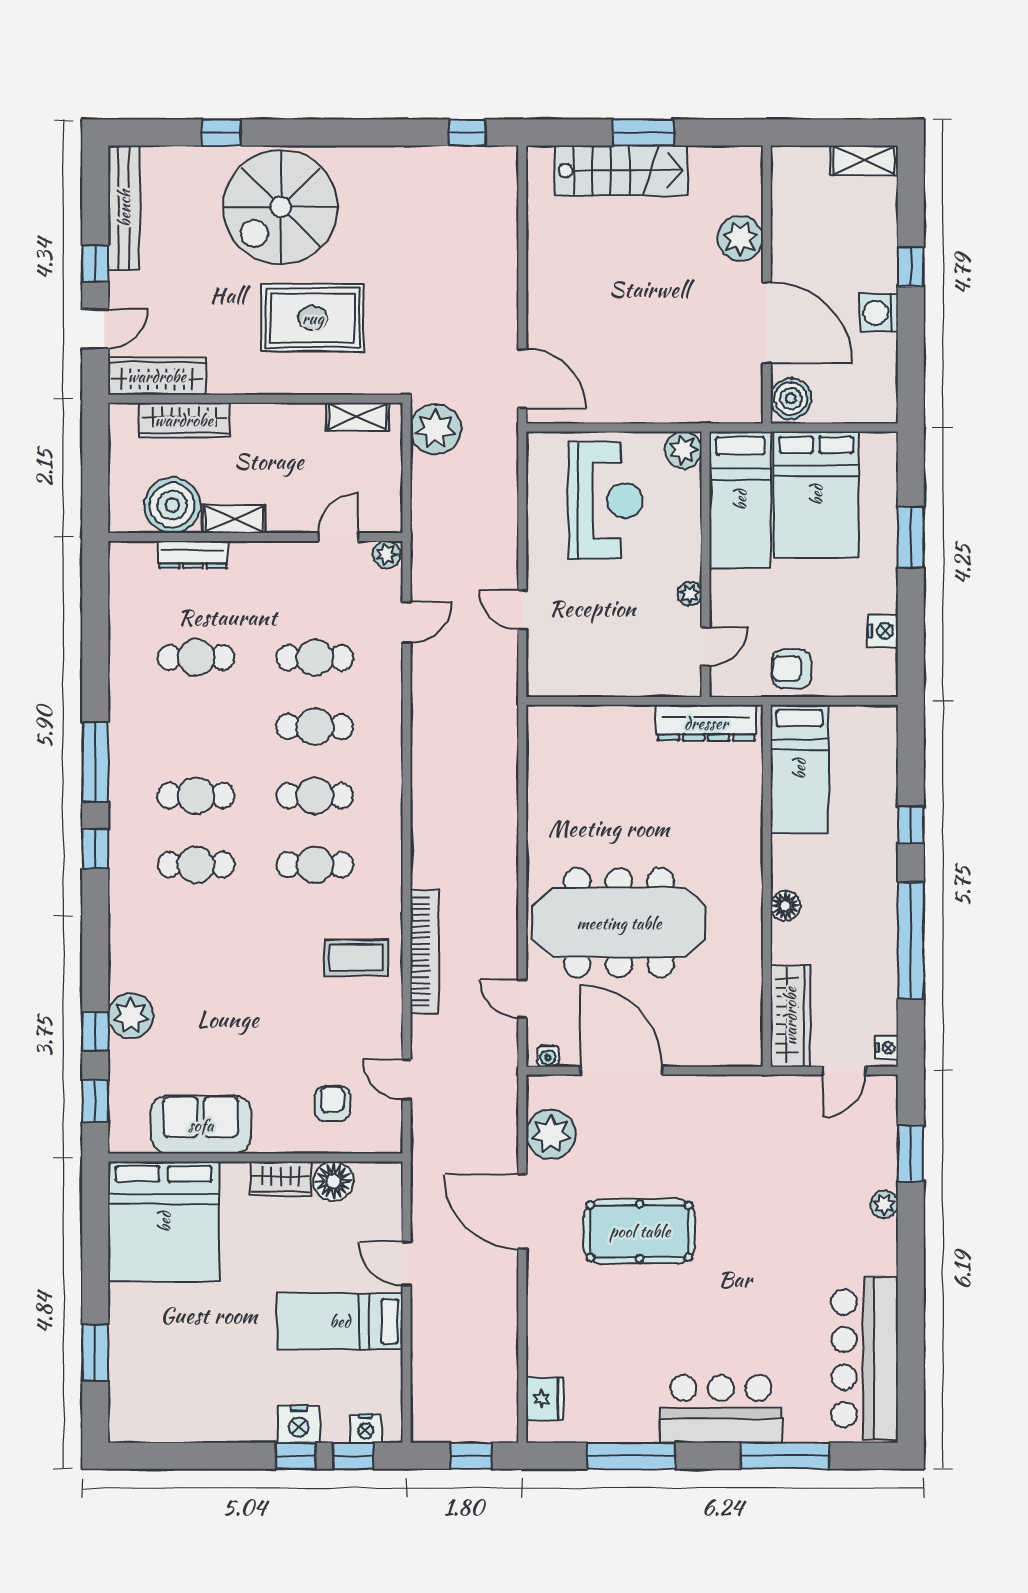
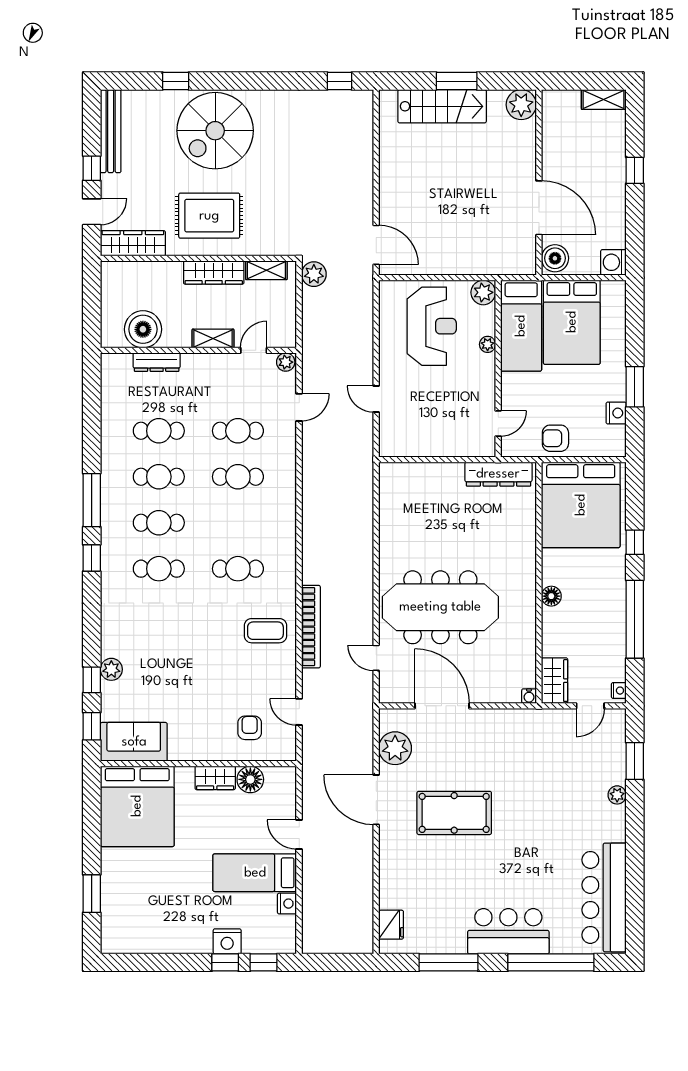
plant: (740, 238) -> (521, 105), moved
washing machine: (879, 313) -> (613, 262), moved
rug: (313, 318) -> (209, 216), moved
wardrobe: (184, 420) -> (214, 273), moved
plant: (436, 429) -> (314, 274), width x0.73, depth x0.73
shelving: (234, 519) -> (213, 338), moved
window: (911, 537) -> (635, 387), moved
plant: (690, 594) -> (488, 344), moved
bed: (799, 769) -> (581, 505), width x2.04
cafe table: (315, 796) -> (159, 477), moved
plant: (131, 1016) -> (111, 669), width x0.73, depth x0.73
wardrobe: (790, 1016) -> (555, 681), width x0.67
water cooler: (548, 1056) -> (529, 696), moved
sofa: (201, 1125) -> (134, 742), moved
nightstand: (366, 1429) -> (287, 904), moved, turned -90
window: (471, 1456) -> (342, 962), removed
window: (785, 1456) -> (551, 962), width x1.46

